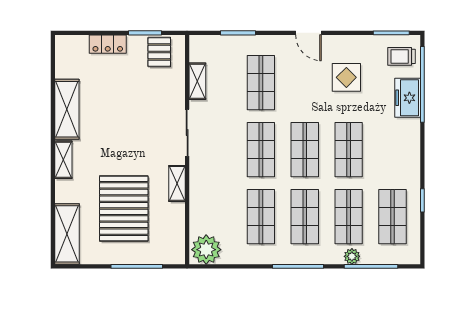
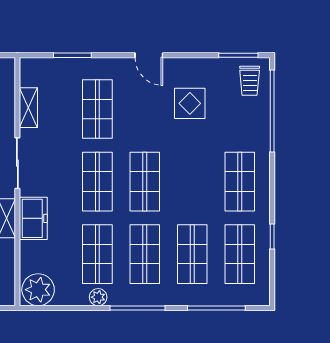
trolley: (402, 56) -> (250, 81), turned -90
freezer: (408, 98) -> (33, 218), moved, turned 180
shop shelf: (349, 150) -> (240, 182), moved
plant: (352, 256) -> (98, 297), moved

